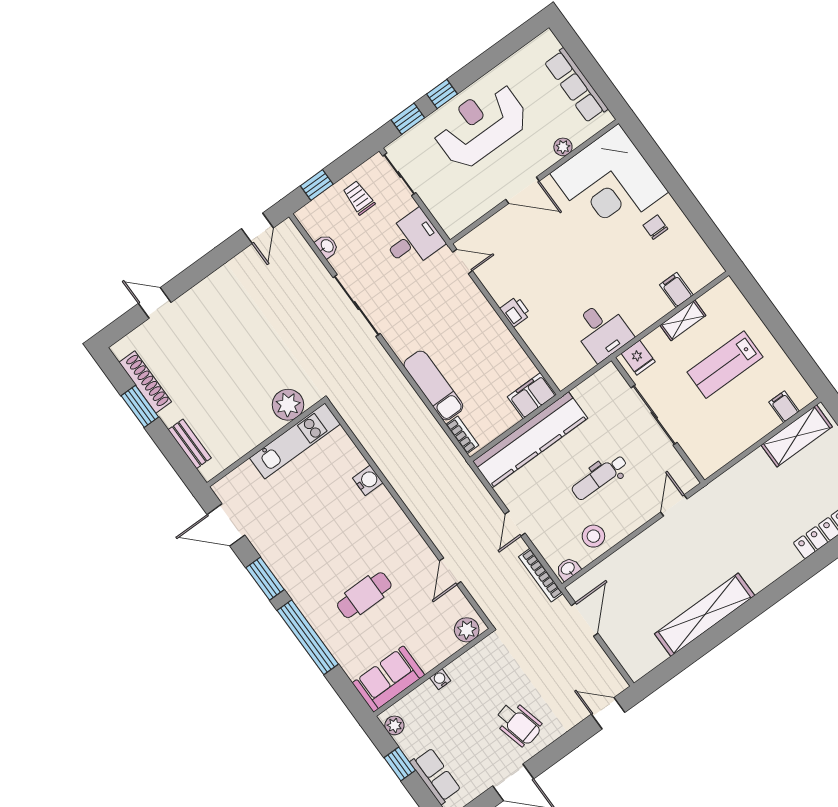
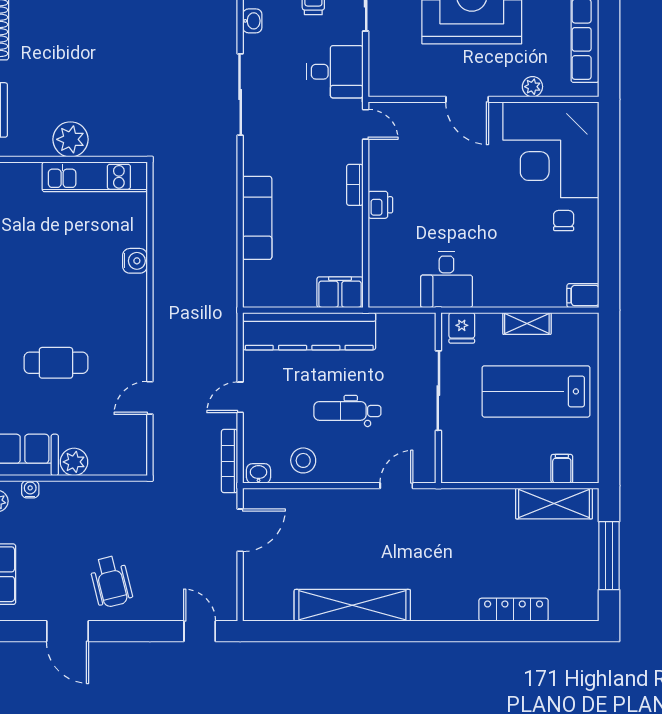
filing cabinet: (676, 290) -> (583, 296), moved, turned -90
lab bench: (725, 365) -> (536, 391), width x1.36, depth x1.39
plant: (288, 405) -> (70, 139), moved
bookcase: (462, 435) -> (355, 185), moved, turned 180
plant: (467, 630) -> (74, 462), moved
water cooler: (440, 679) -> (30, 489), moved

